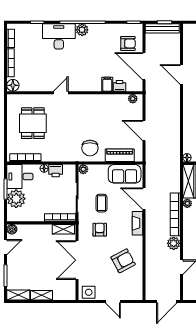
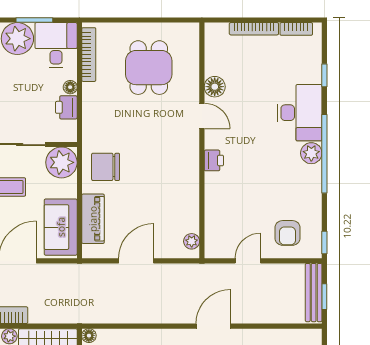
door: (144, 66) -> (248, 261), width x0.53
door: (181, 74) -> (213, 326), moved
filing cabinet: (107, 84) -> (217, 197), removed
floor lamp: (13, 85) -> (215, 87), moved
printer: (120, 86) -> (214, 160), moved
dining table: (33, 123) -> (149, 68), turned 90
plant: (83, 169) -> (61, 162), width x1.88, depth x1.88

